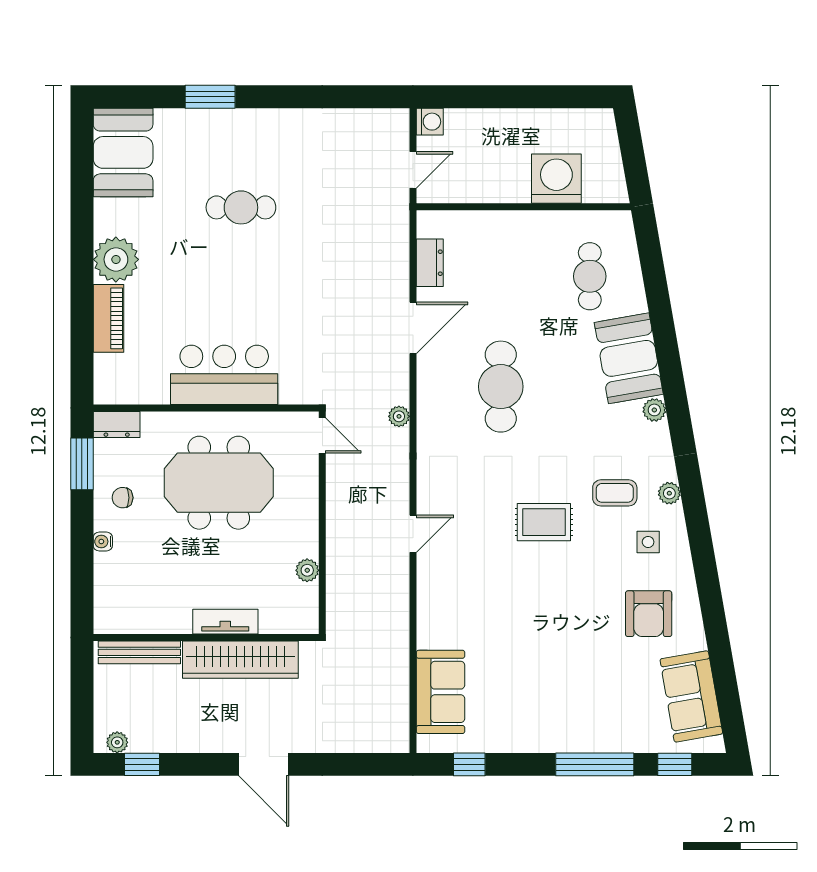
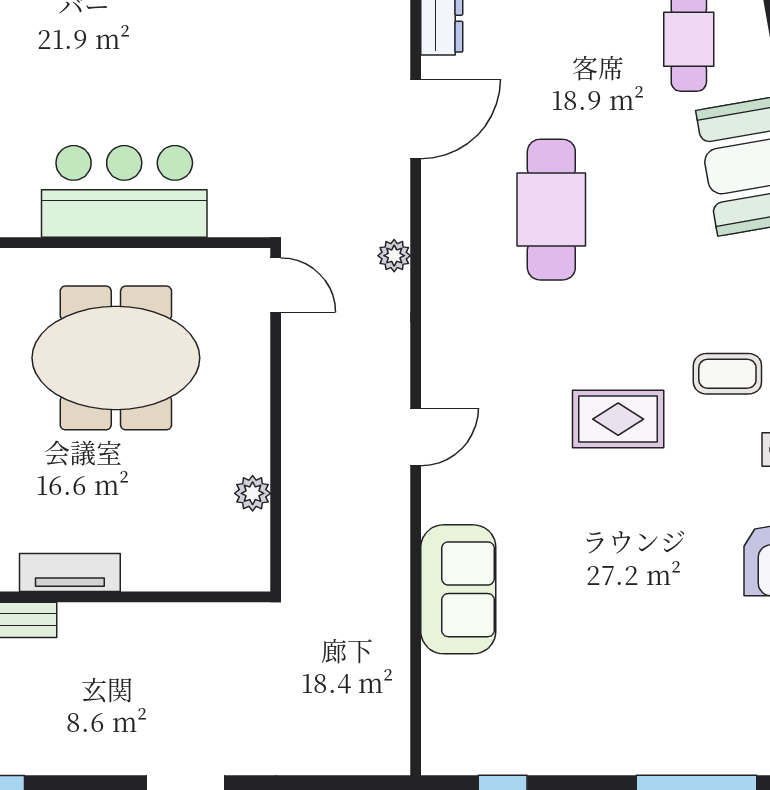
tv unit: (225, 622) -> (70, 573), moved
wardrobe: (240, 660) -> (149, 631), removed
sofa: (441, 692) -> (458, 589), moved

